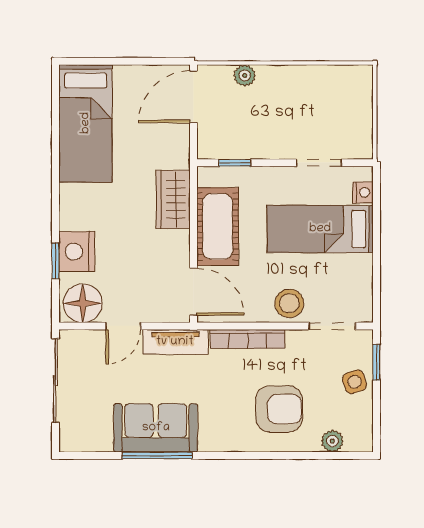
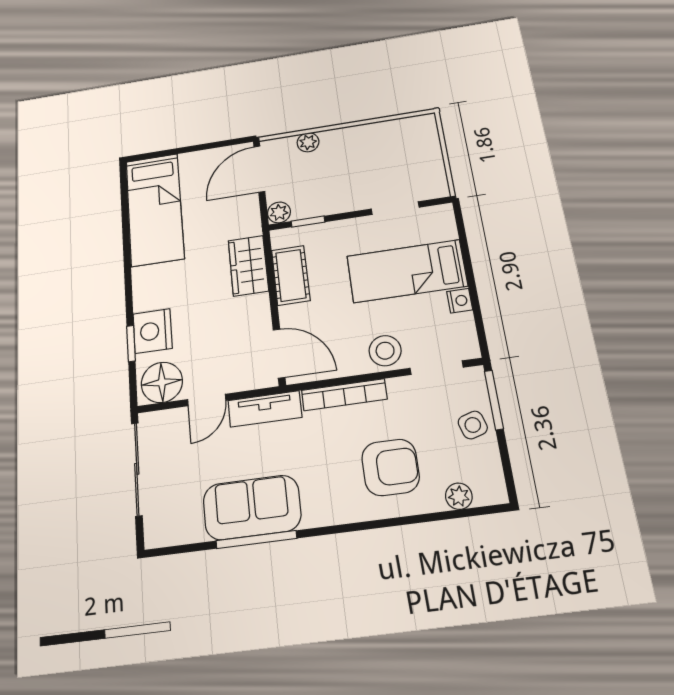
plant: (208, 148) -> (279, 212), added
nightstand: (363, 192) -> (460, 301), moved
cot: (218, 226) -> (291, 275), width x0.73, depth x0.75
window: (376, 362) -> (494, 400), width x1.50

